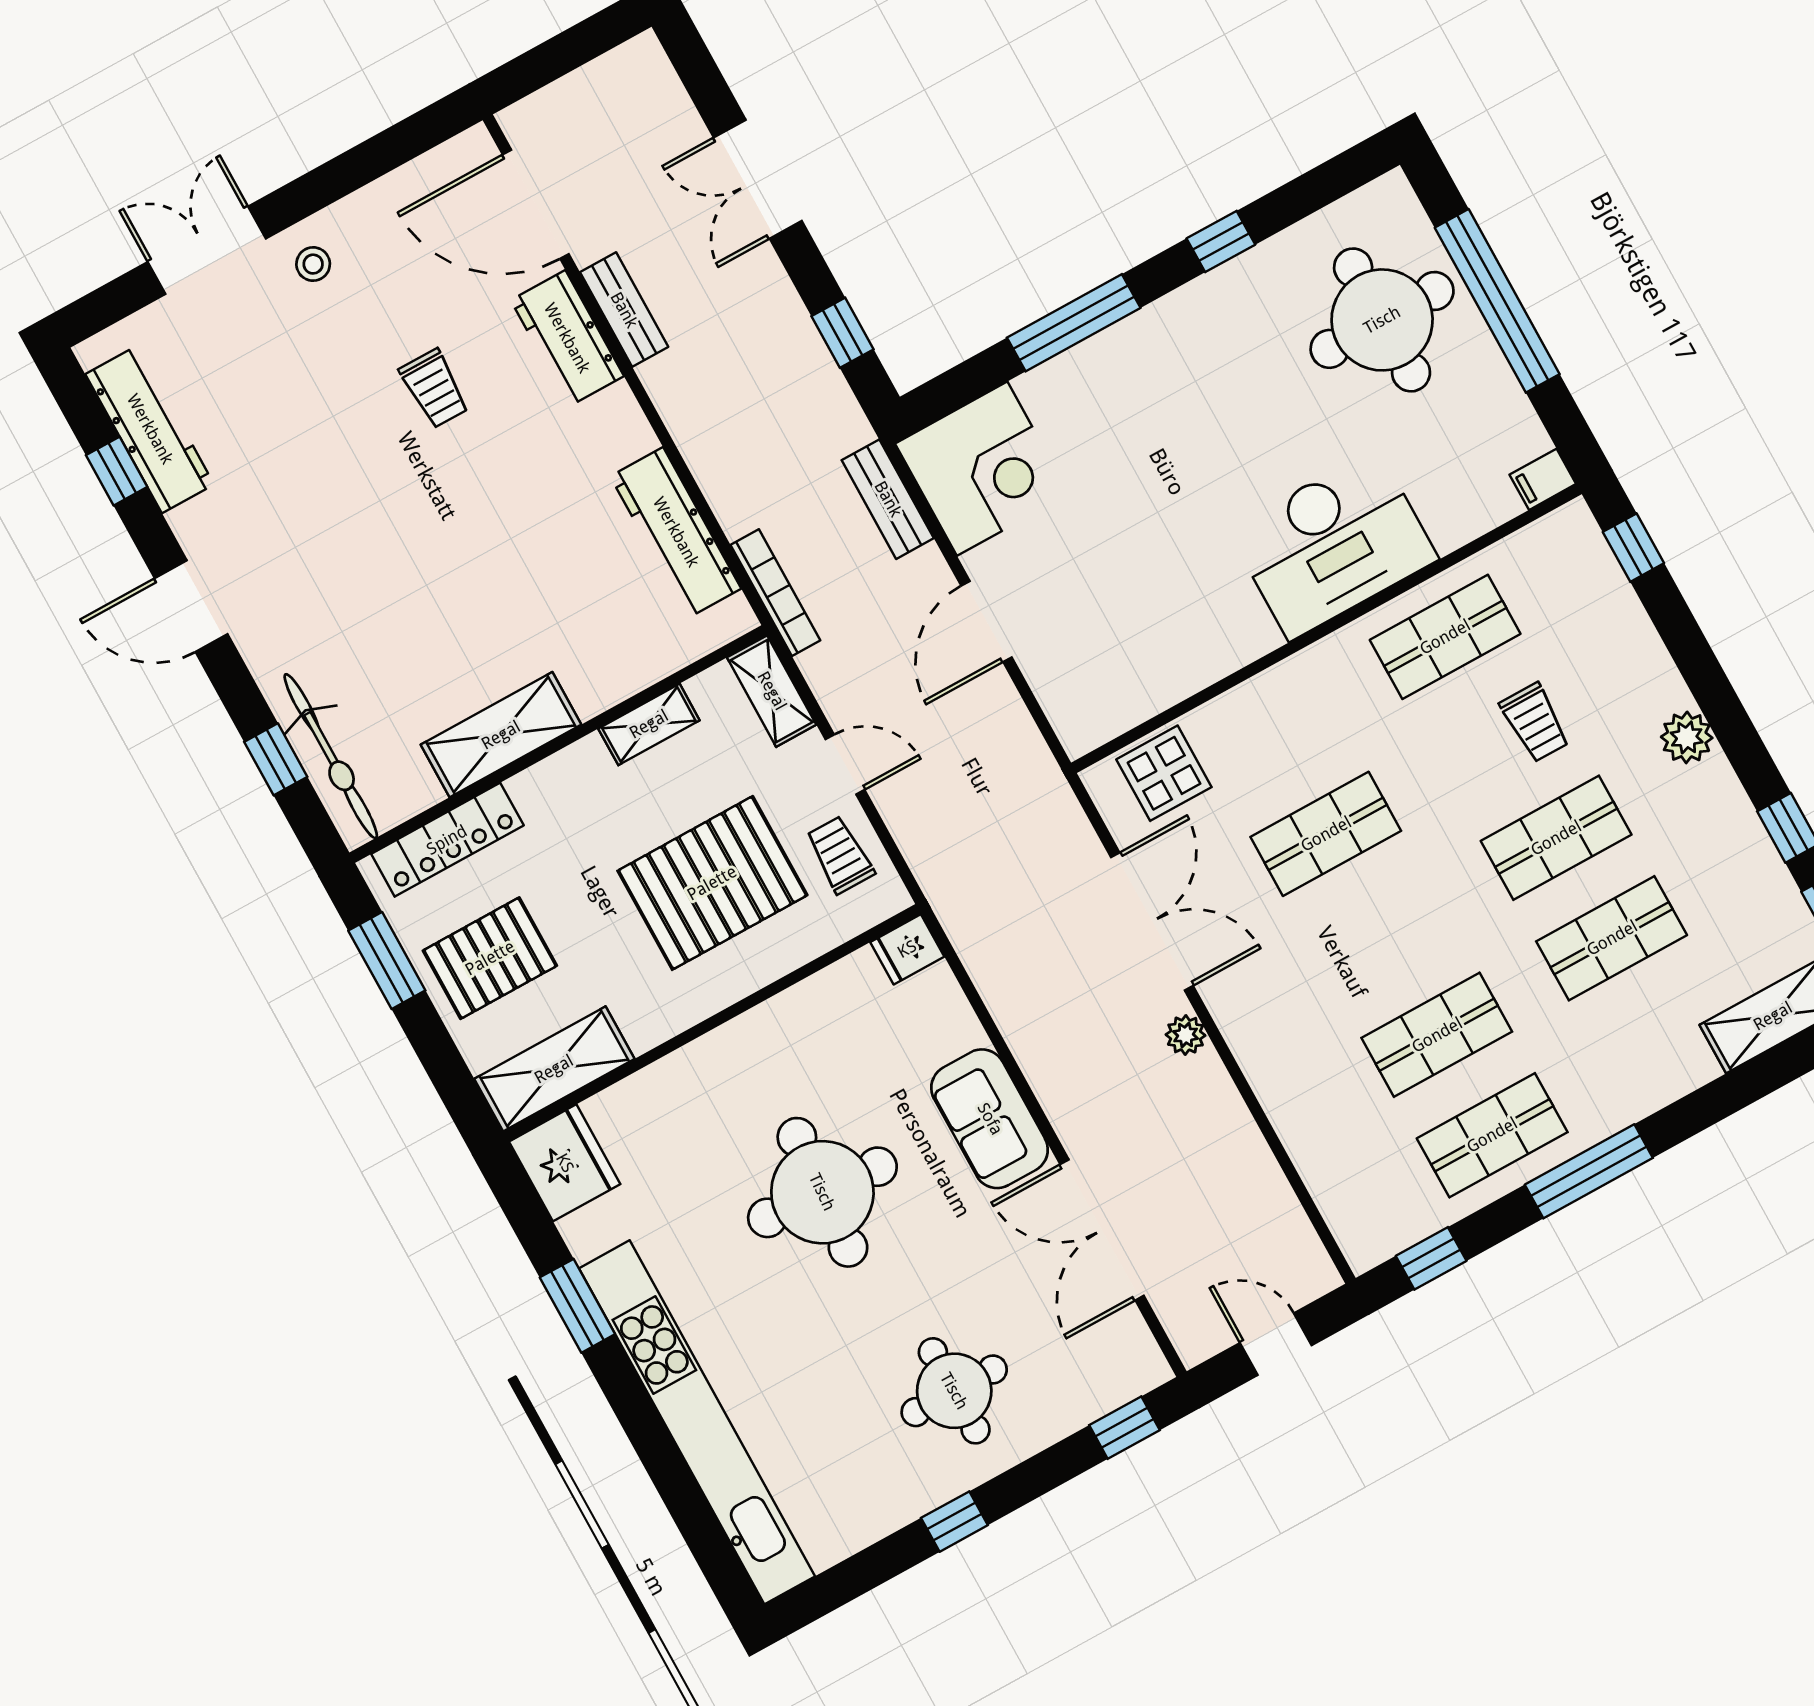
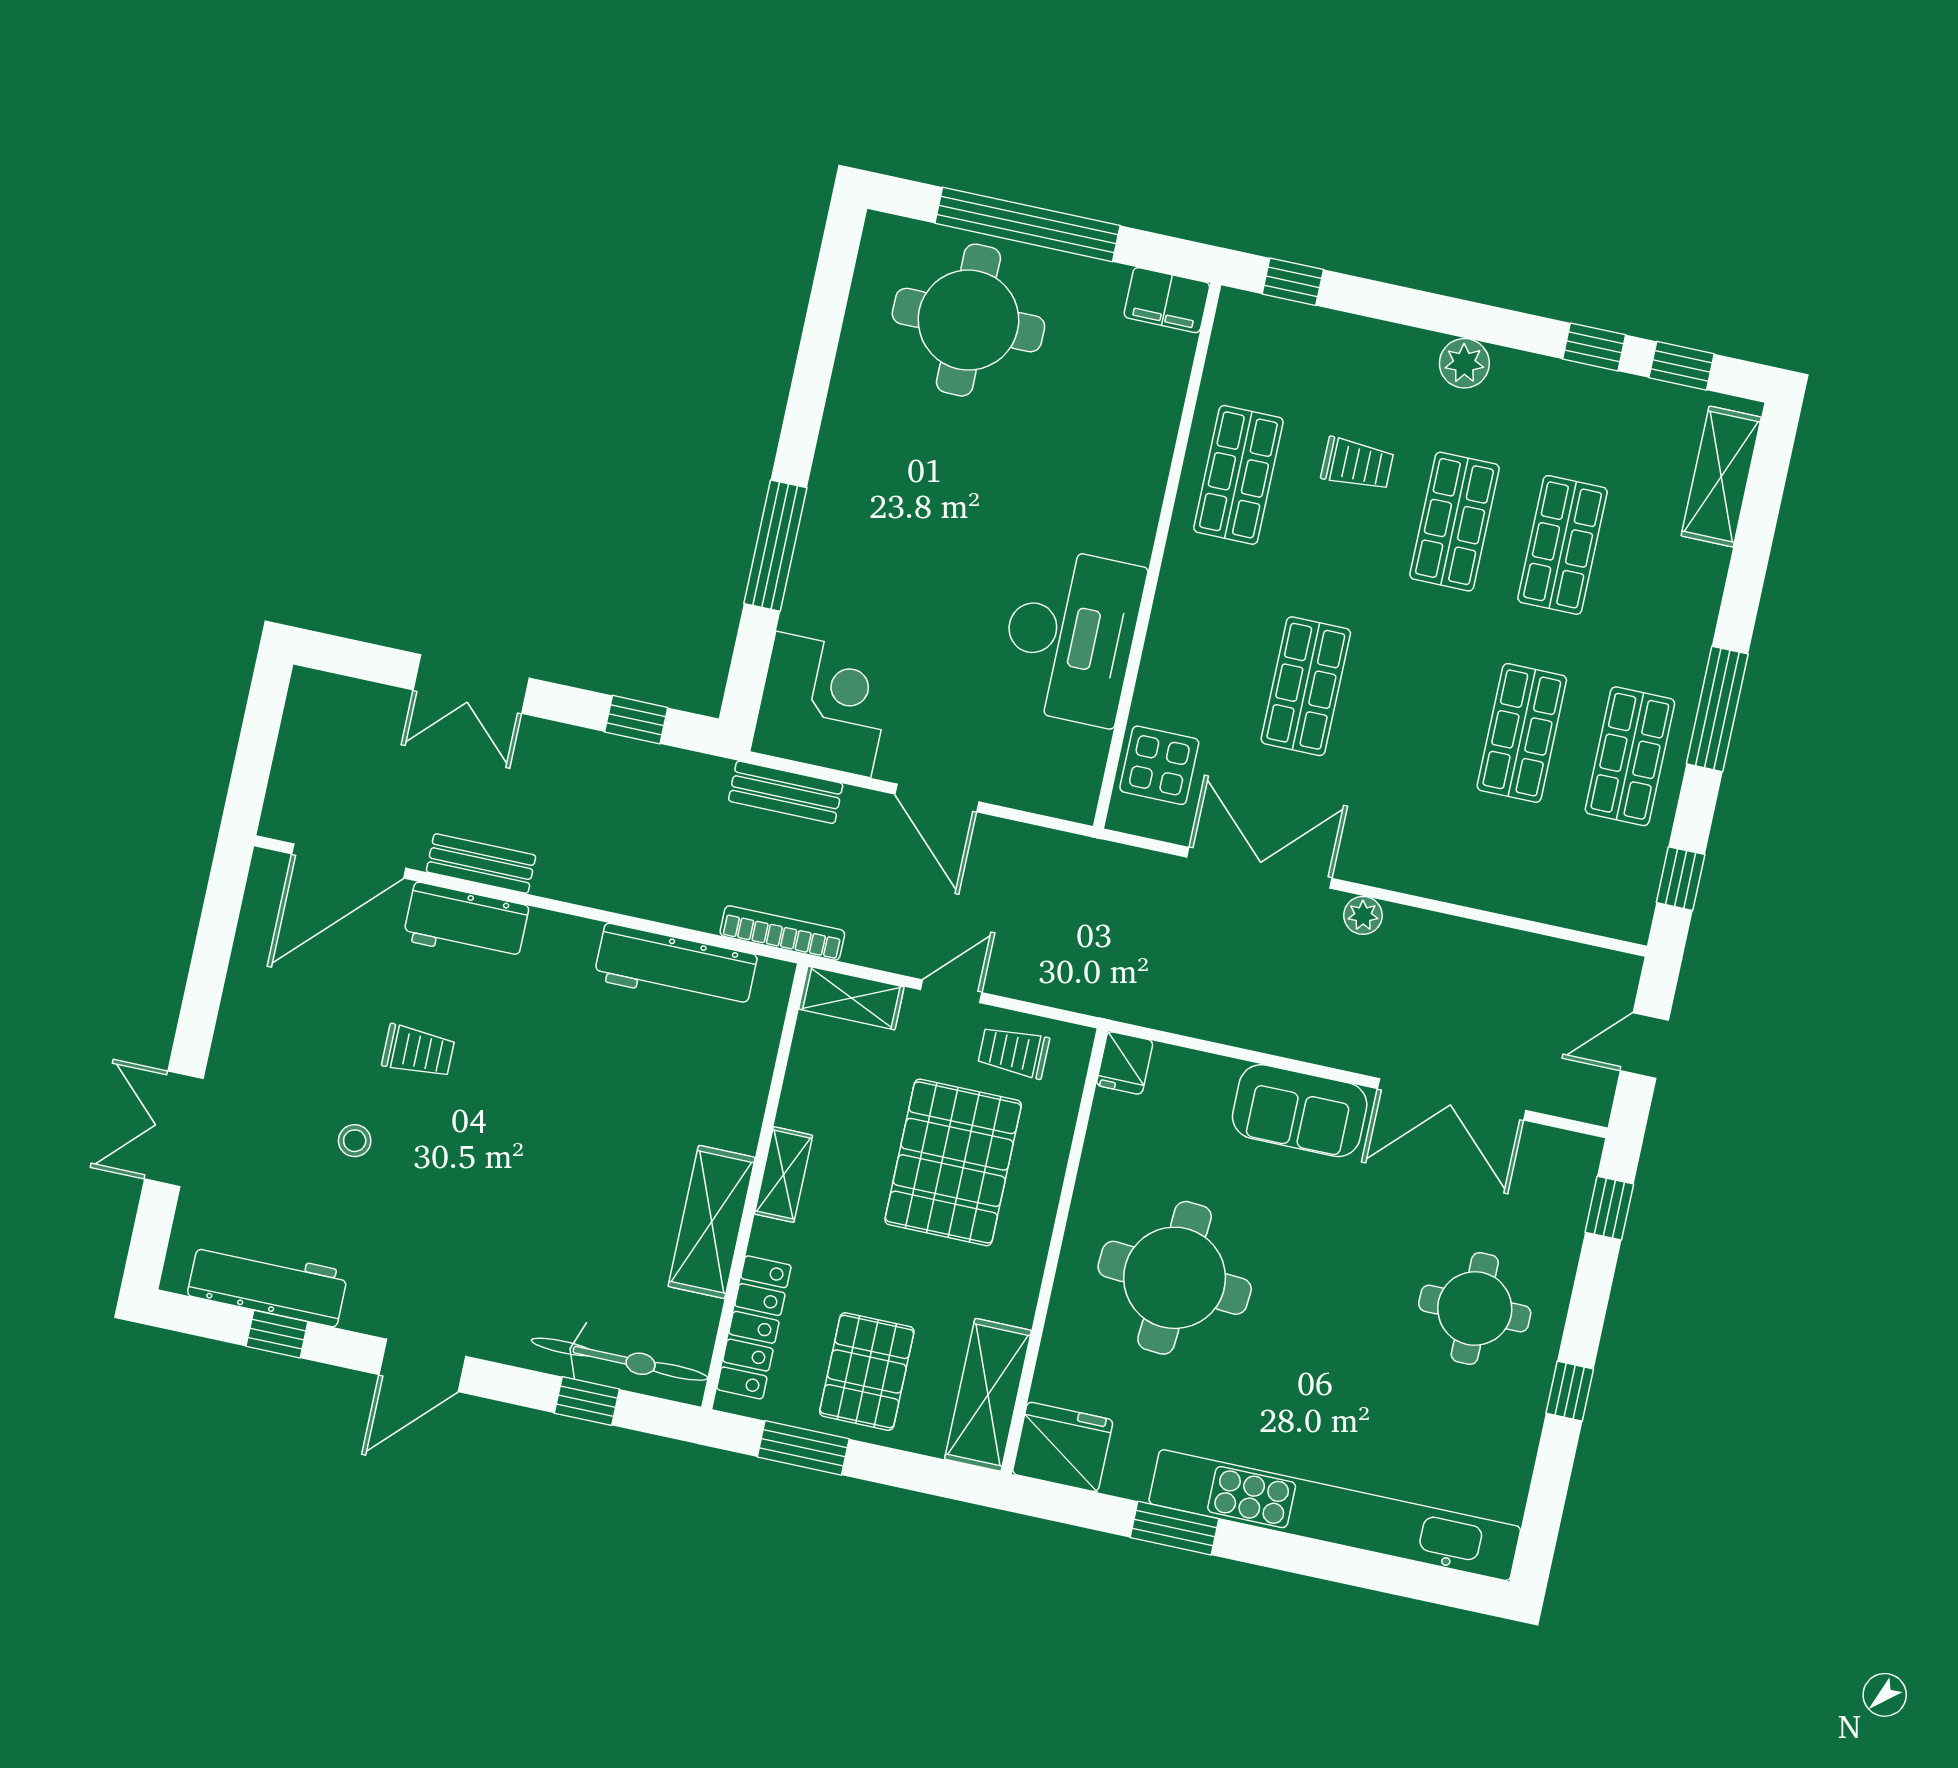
window: (1221, 242) -> (810, 387), removed
stool: (313, 264) -> (355, 1141), moved
filing cabinet: (1543, 479) -> (1167, 300), width x2.00
desk: (1333, 544) -> (1071, 636), moved
shelving: (649, 724) -> (784, 1175), moved
round table: (822, 1192) -> (1175, 1278), moved

